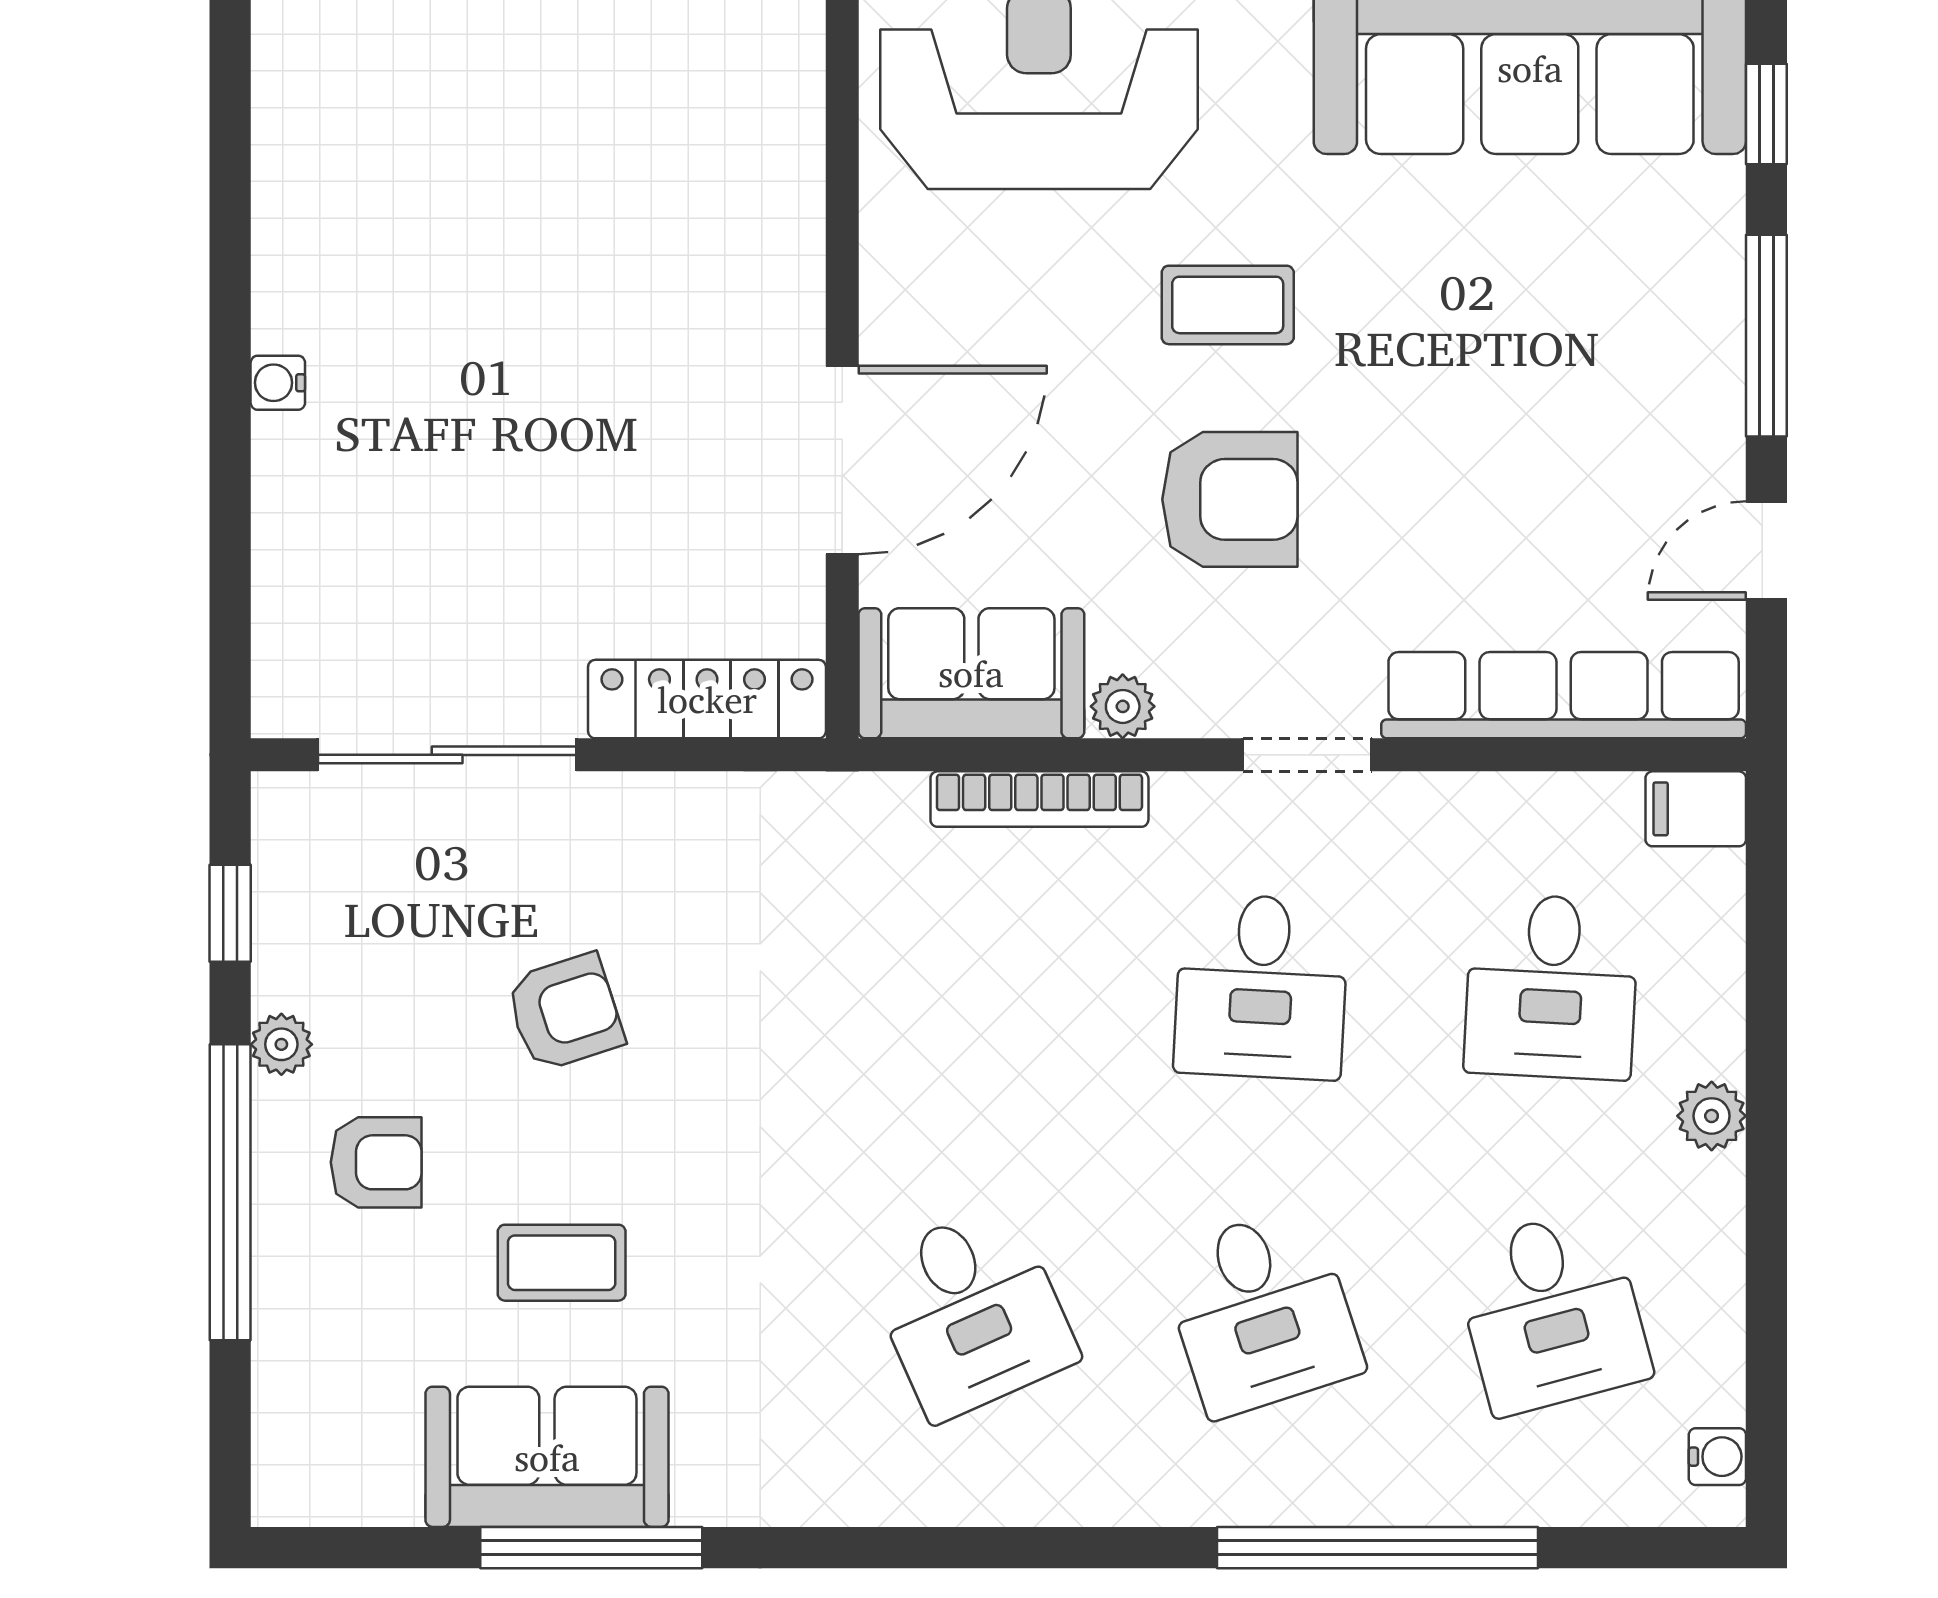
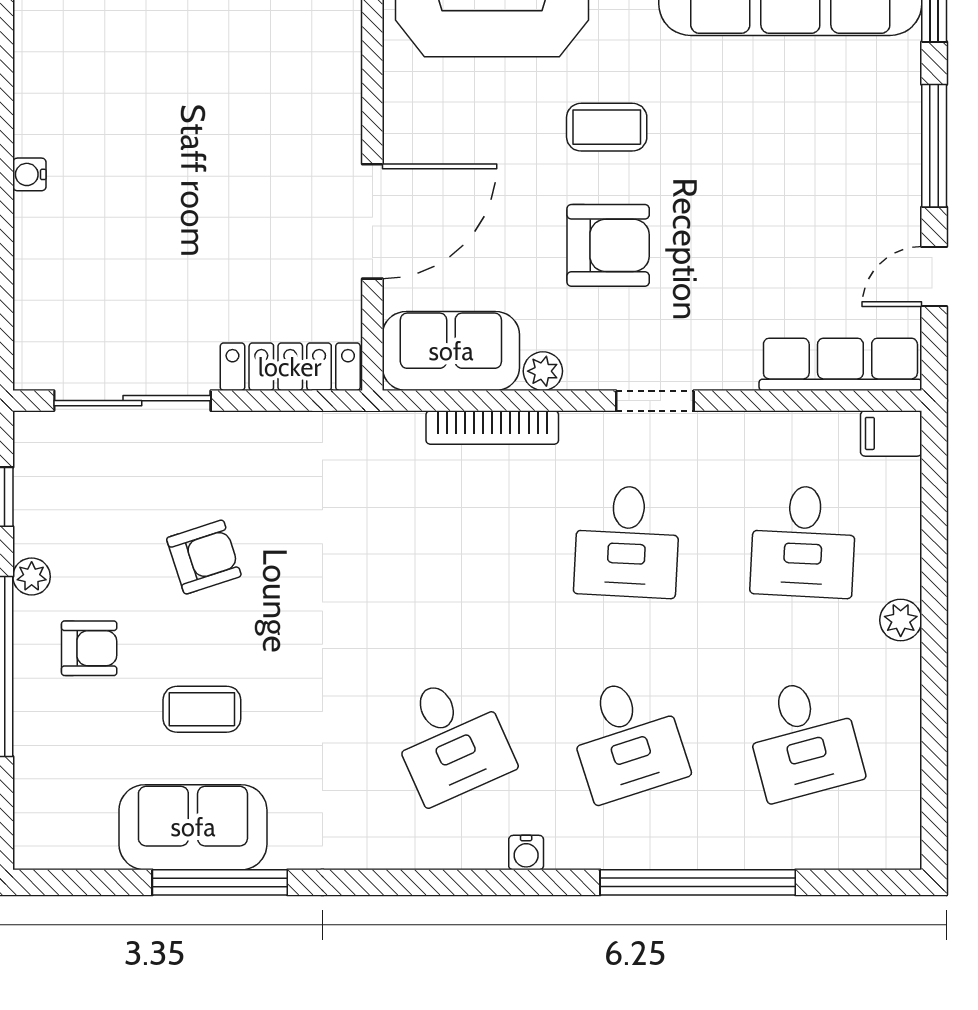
row of seats: (1564, 695) -> (840, 364), width x0.73
water cooler: (1717, 1457) -> (526, 853), moved, turned 90

